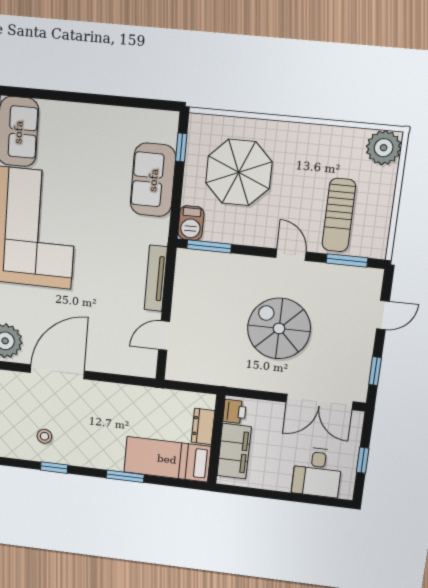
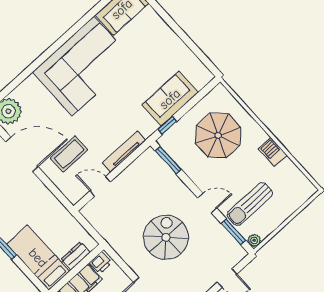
window: (181, 147) -> (167, 125), moved
plant: (384, 148) -> (254, 240), moved, width x0.53, depth x0.53
barbecue: (191, 223) -> (273, 152), moved, turned 90
door: (291, 255) -> (207, 203), hinge flipped
coffee table: (103, 330) -> (69, 154), added

